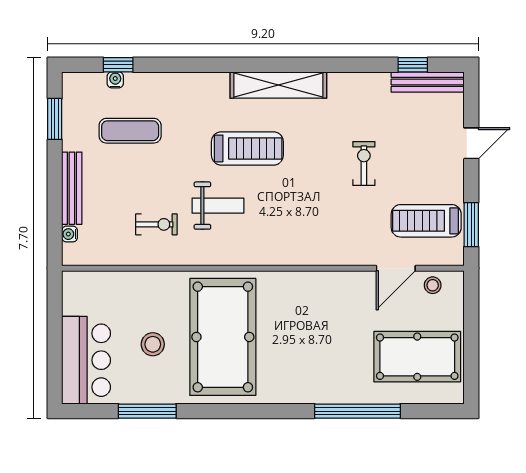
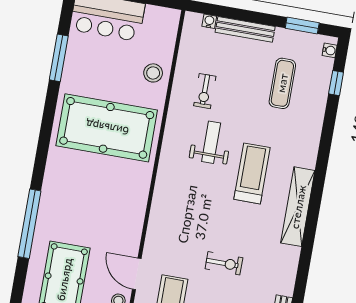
water cooler: (115, 80) -> (330, 50), moved
treadmill: (247, 148) -> (252, 173), turned 180
weight bench: (218, 206) -> (211, 142), turned 180
stool: (153, 344) -> (153, 73), moved

